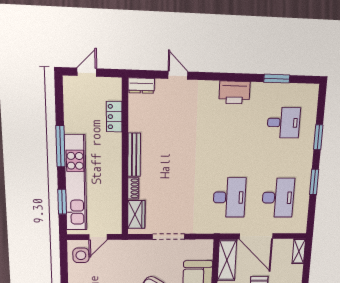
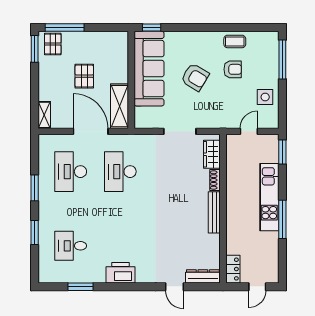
dresser: (141, 86) -> (203, 276), width x1.44
locker: (114, 117) -> (233, 269), moved
kitchen unit: (76, 183) -> (269, 197), width x0.73
window: (62, 202) -> (282, 152), moved
side table: (81, 255) -> (265, 97), moved

